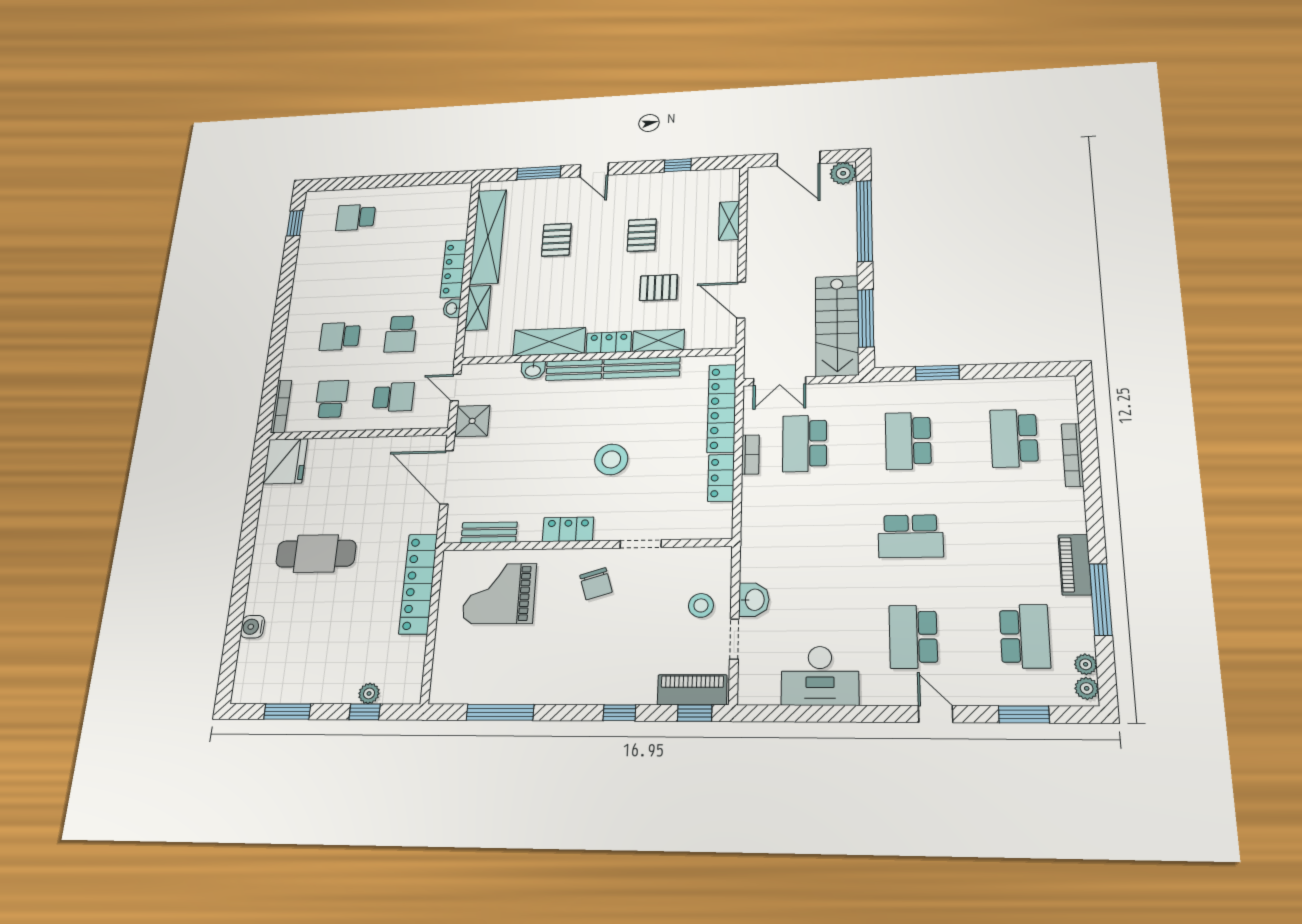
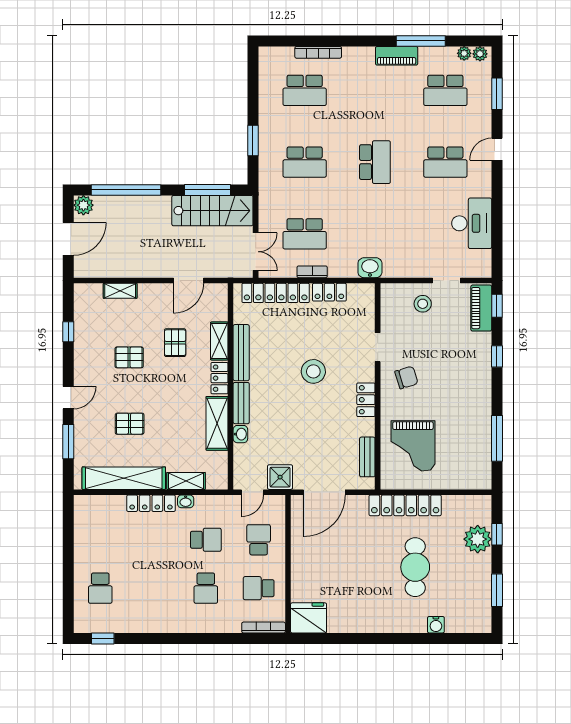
cafe table: (316, 554) -> (415, 567), moved
washbasin: (754, 600) -> (370, 268), moved
school desk: (1025, 636) -> (445, 90), turned 180
plant: (369, 693) -> (478, 539), width x1.88, depth x1.88

